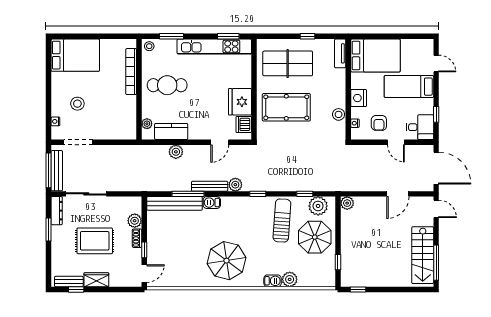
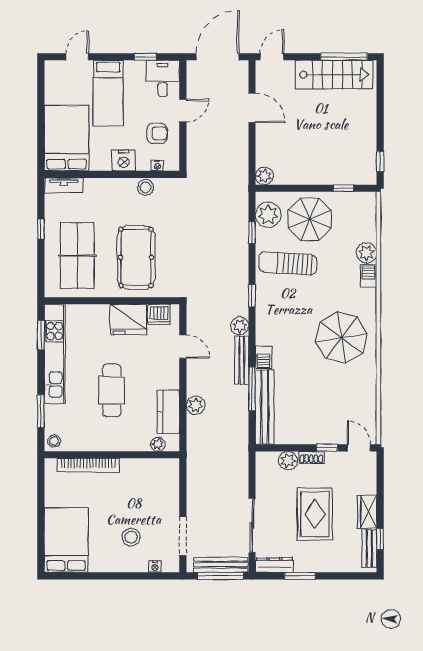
cafe table: (167, 85) -> (112, 390), moved

